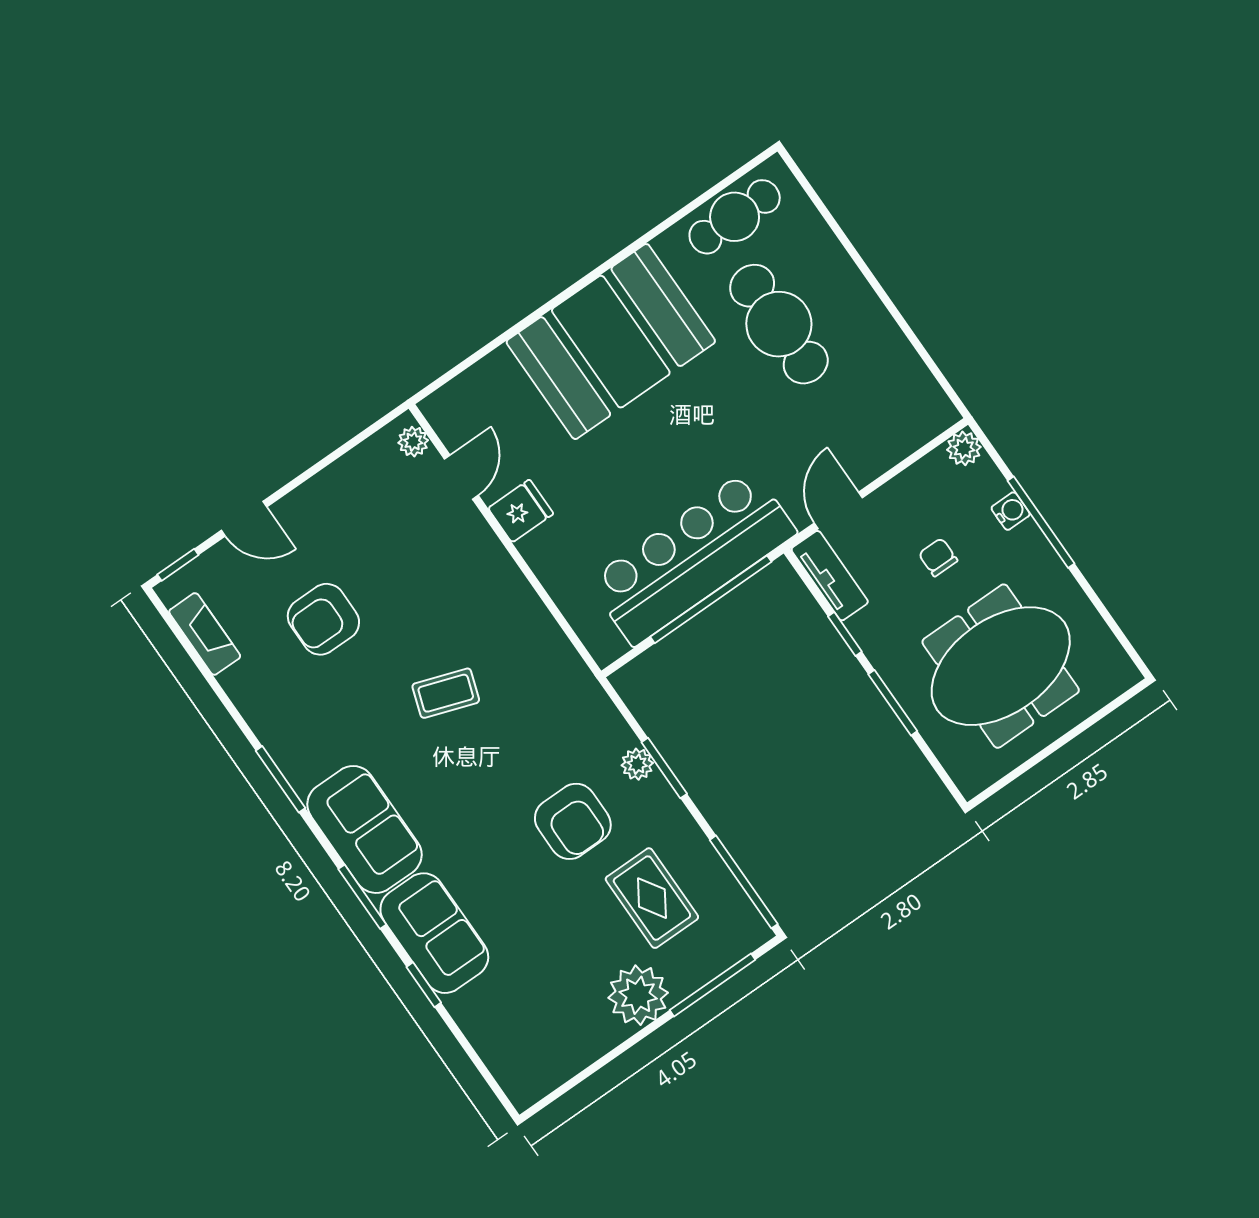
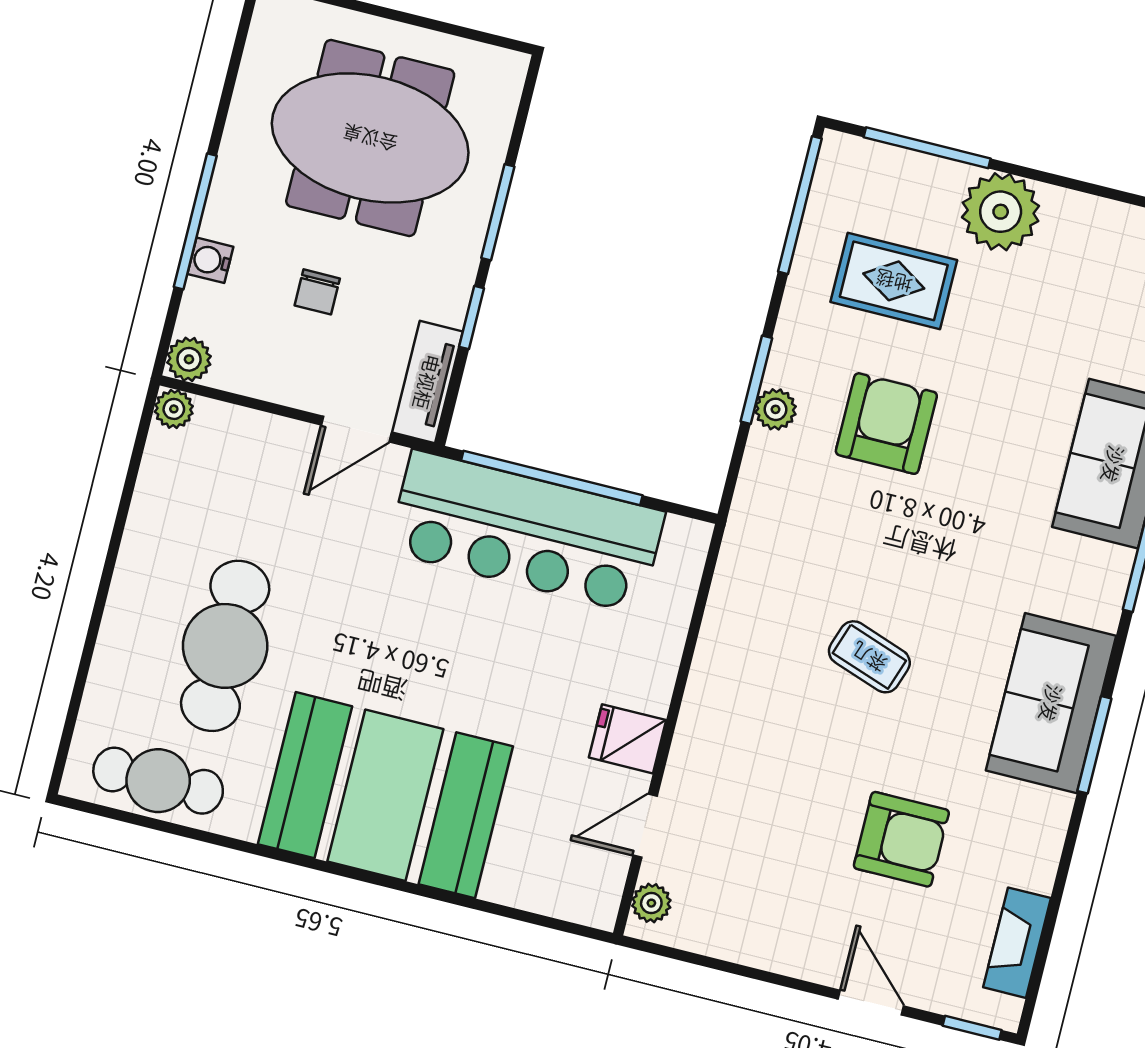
plant: (943, 414) -> (174, 409), added
sofa: (365, 829) -> (1051, 703), moved
rug: (652, 898) -> (894, 281), turned 90

